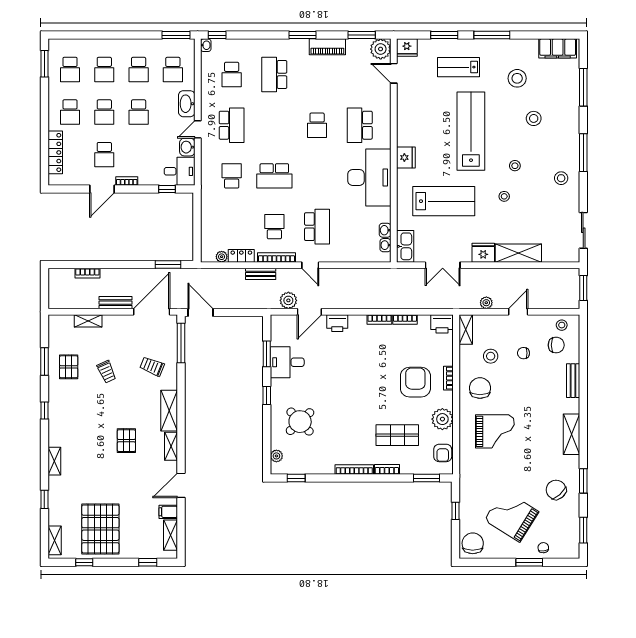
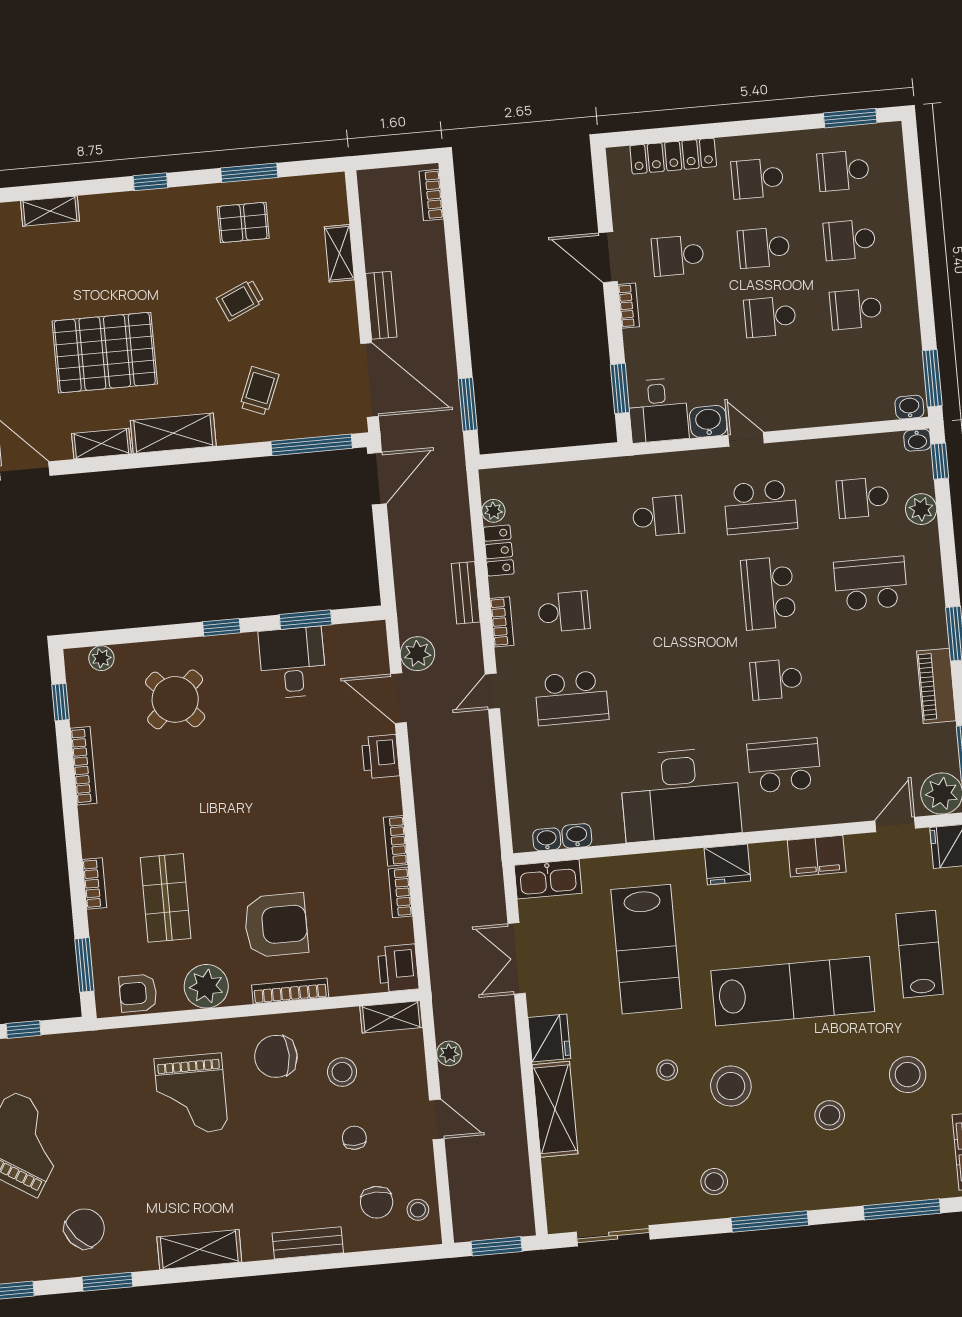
plant: (240, 46) -> (921, 509), added
school desk: (173, 70) -> (862, 378), removed
washbasin: (187, 104) -> (909, 407), moved, width x0.52, depth x0.69
filing cabinet: (406, 113) -> (817, 856), added
stool: (515, 166) -> (731, 1086), width x1.89, depth x1.89
school desk: (274, 176) -> (768, 593), moved
window: (167, 189) -> (620, 389), width x1.50
bookcase: (276, 258) -> (502, 622), width x0.64
bookcase: (87, 273) -> (431, 195), moved
bookcase: (448, 378) -> (290, 991), width x1.56
chair: (480, 388) -> (276, 1056), turned 180
pallet: (126, 441) -> (105, 353), width x2.05, depth x2.00
bookcase: (354, 469) -> (84, 766), moved

